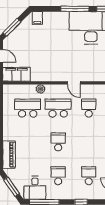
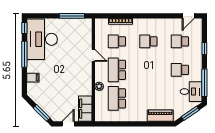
filing cabinet: (37, 18) -> (33, 78), moved
door: (74, 83) -> (93, 55), hinge flipped
school desk: (58, 142) -> (148, 41), moved

